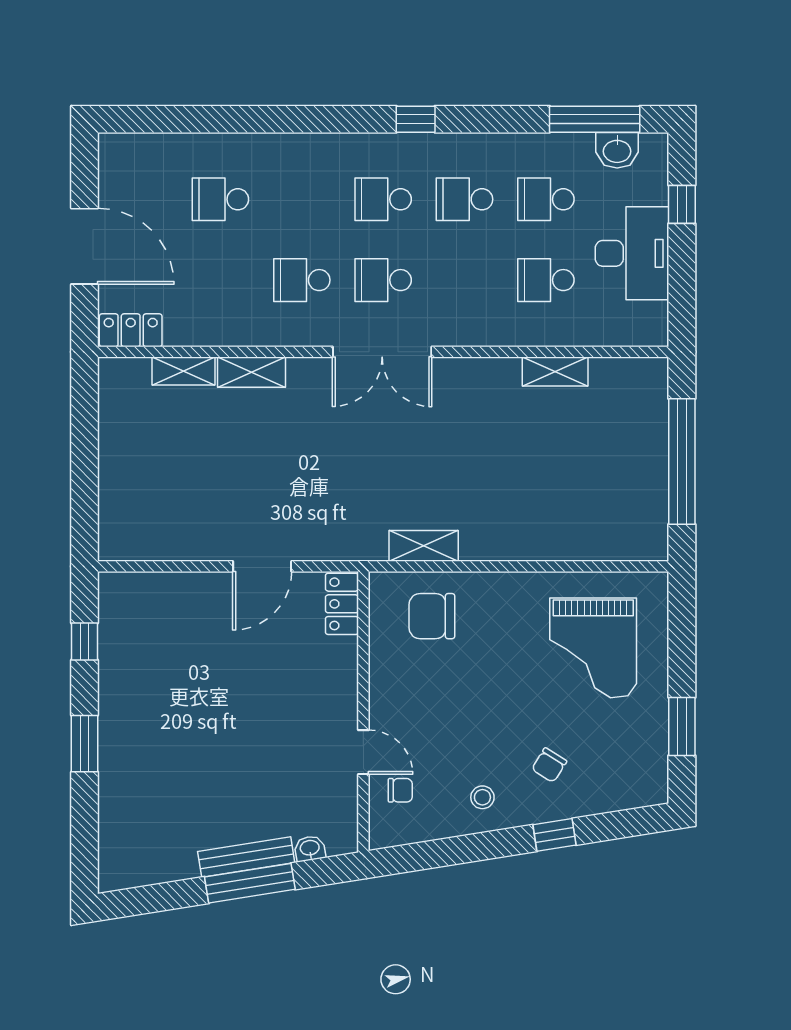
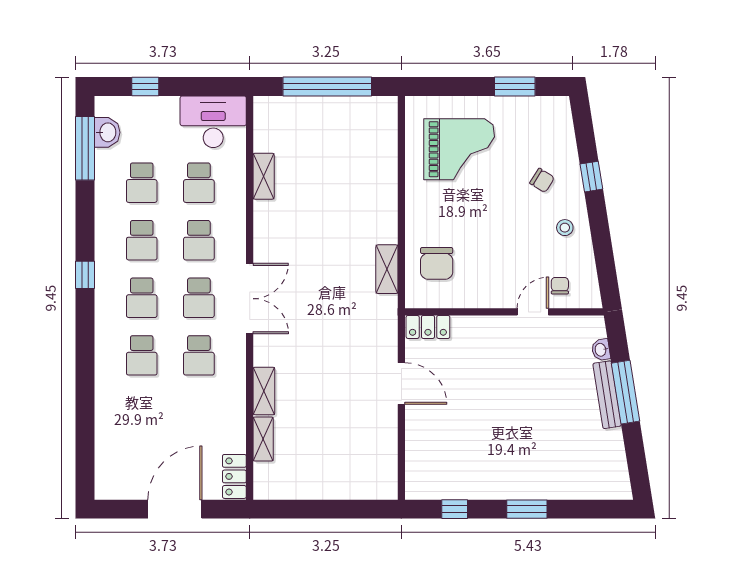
school desk: (220, 199) -> (142, 355), moved
desk: (632, 253) -> (213, 122), moved
school desk: (465, 280) -> (199, 240), added

